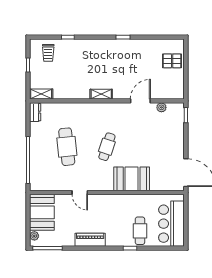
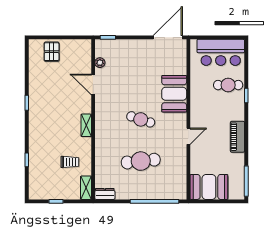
trolley: (48, 53) -> (70, 162), moved
door: (80, 193) -> (188, 136), moved
plant: (34, 236) -> (233, 195), removed

